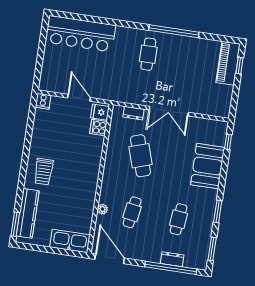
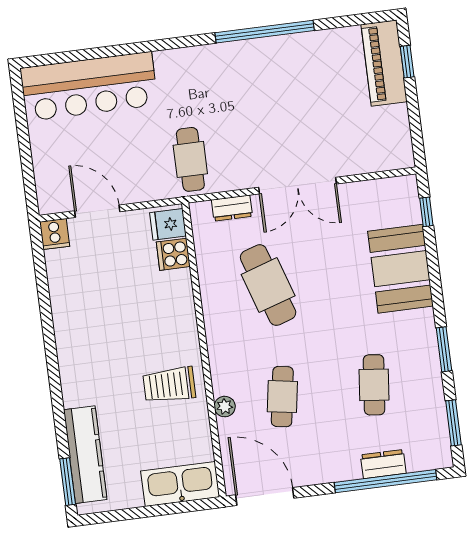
cafe table: (148, 54) -> (190, 159), moved
door: (79, 98) -> (97, 211), moved
trolley: (44, 172) -> (169, 385), moved, turned 90

